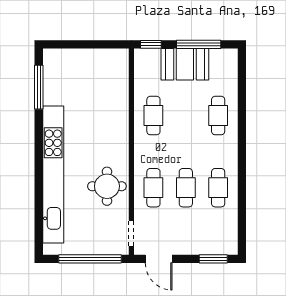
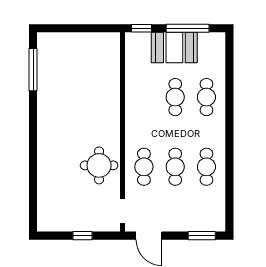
cafe table: (153, 116) -> (175, 97), moved
kitchen unit: (53, 174) -> (47, 154), removed
window: (90, 259) -> (83, 236), width x0.32

